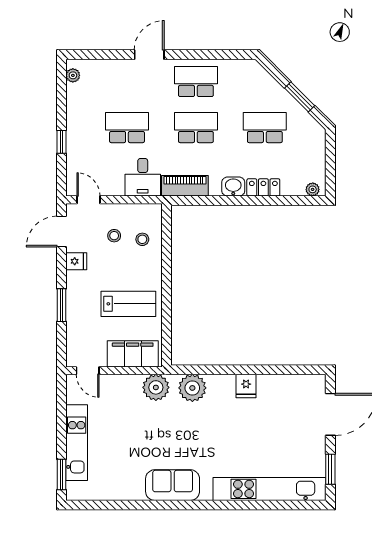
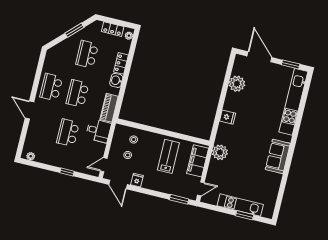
locker: (317, 160) -> (113, 29), added
window: (61, 305) -> (179, 199), moved
fridge: (246, 386) -> (228, 117), moved
plant: (192, 388) -> (237, 84), moved
window: (61, 474) -> (245, 215), moved

